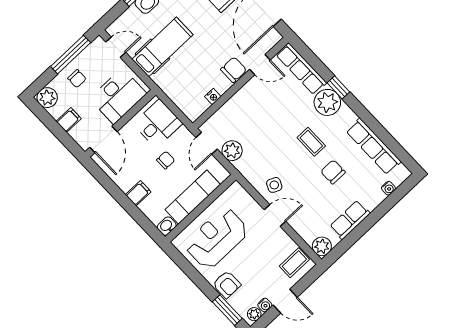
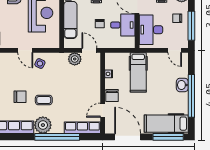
door: (116, 47) -> (175, 50), hinge flipped
hospital bed: (162, 47) -> (138, 72), moved
window: (338, 87) -> (57, 137), width x3.17
plant: (327, 102) -> (43, 125), moved
desk: (158, 124) -> (123, 25), moved, turned -90
door: (275, 216) -> (25, 50), hinge flipped

